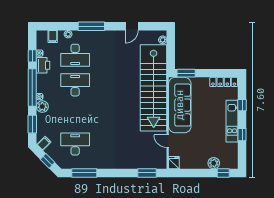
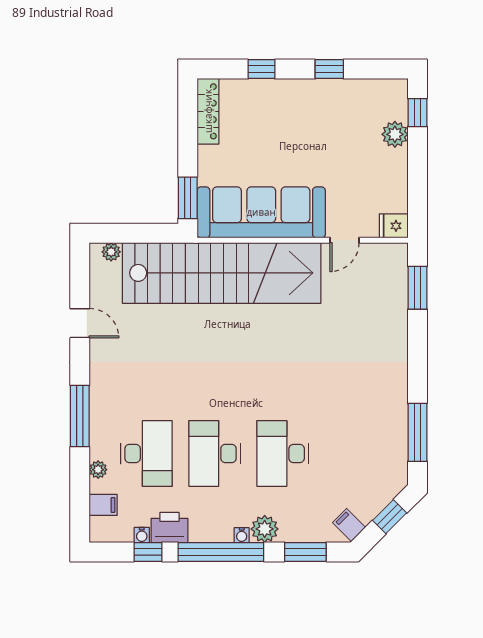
kitchen unit: (232, 121) -> (298, 92), removed
desk: (75, 144) -> (283, 454), moved

